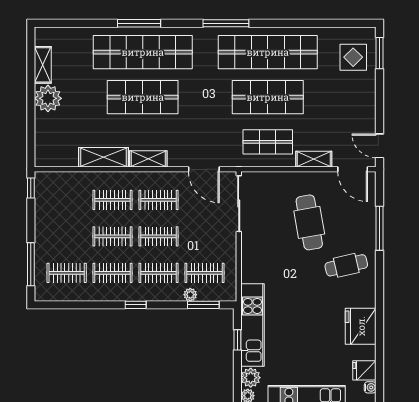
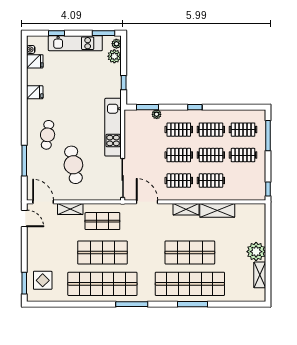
cafe table: (346, 265) -> (48, 135), turned -70
clothes rail: (204, 273) -> (243, 155), moved
kitchen unit: (253, 325) -> (113, 127), moved
fridge: (361, 326) -> (35, 92), width x0.53, depth x0.75

